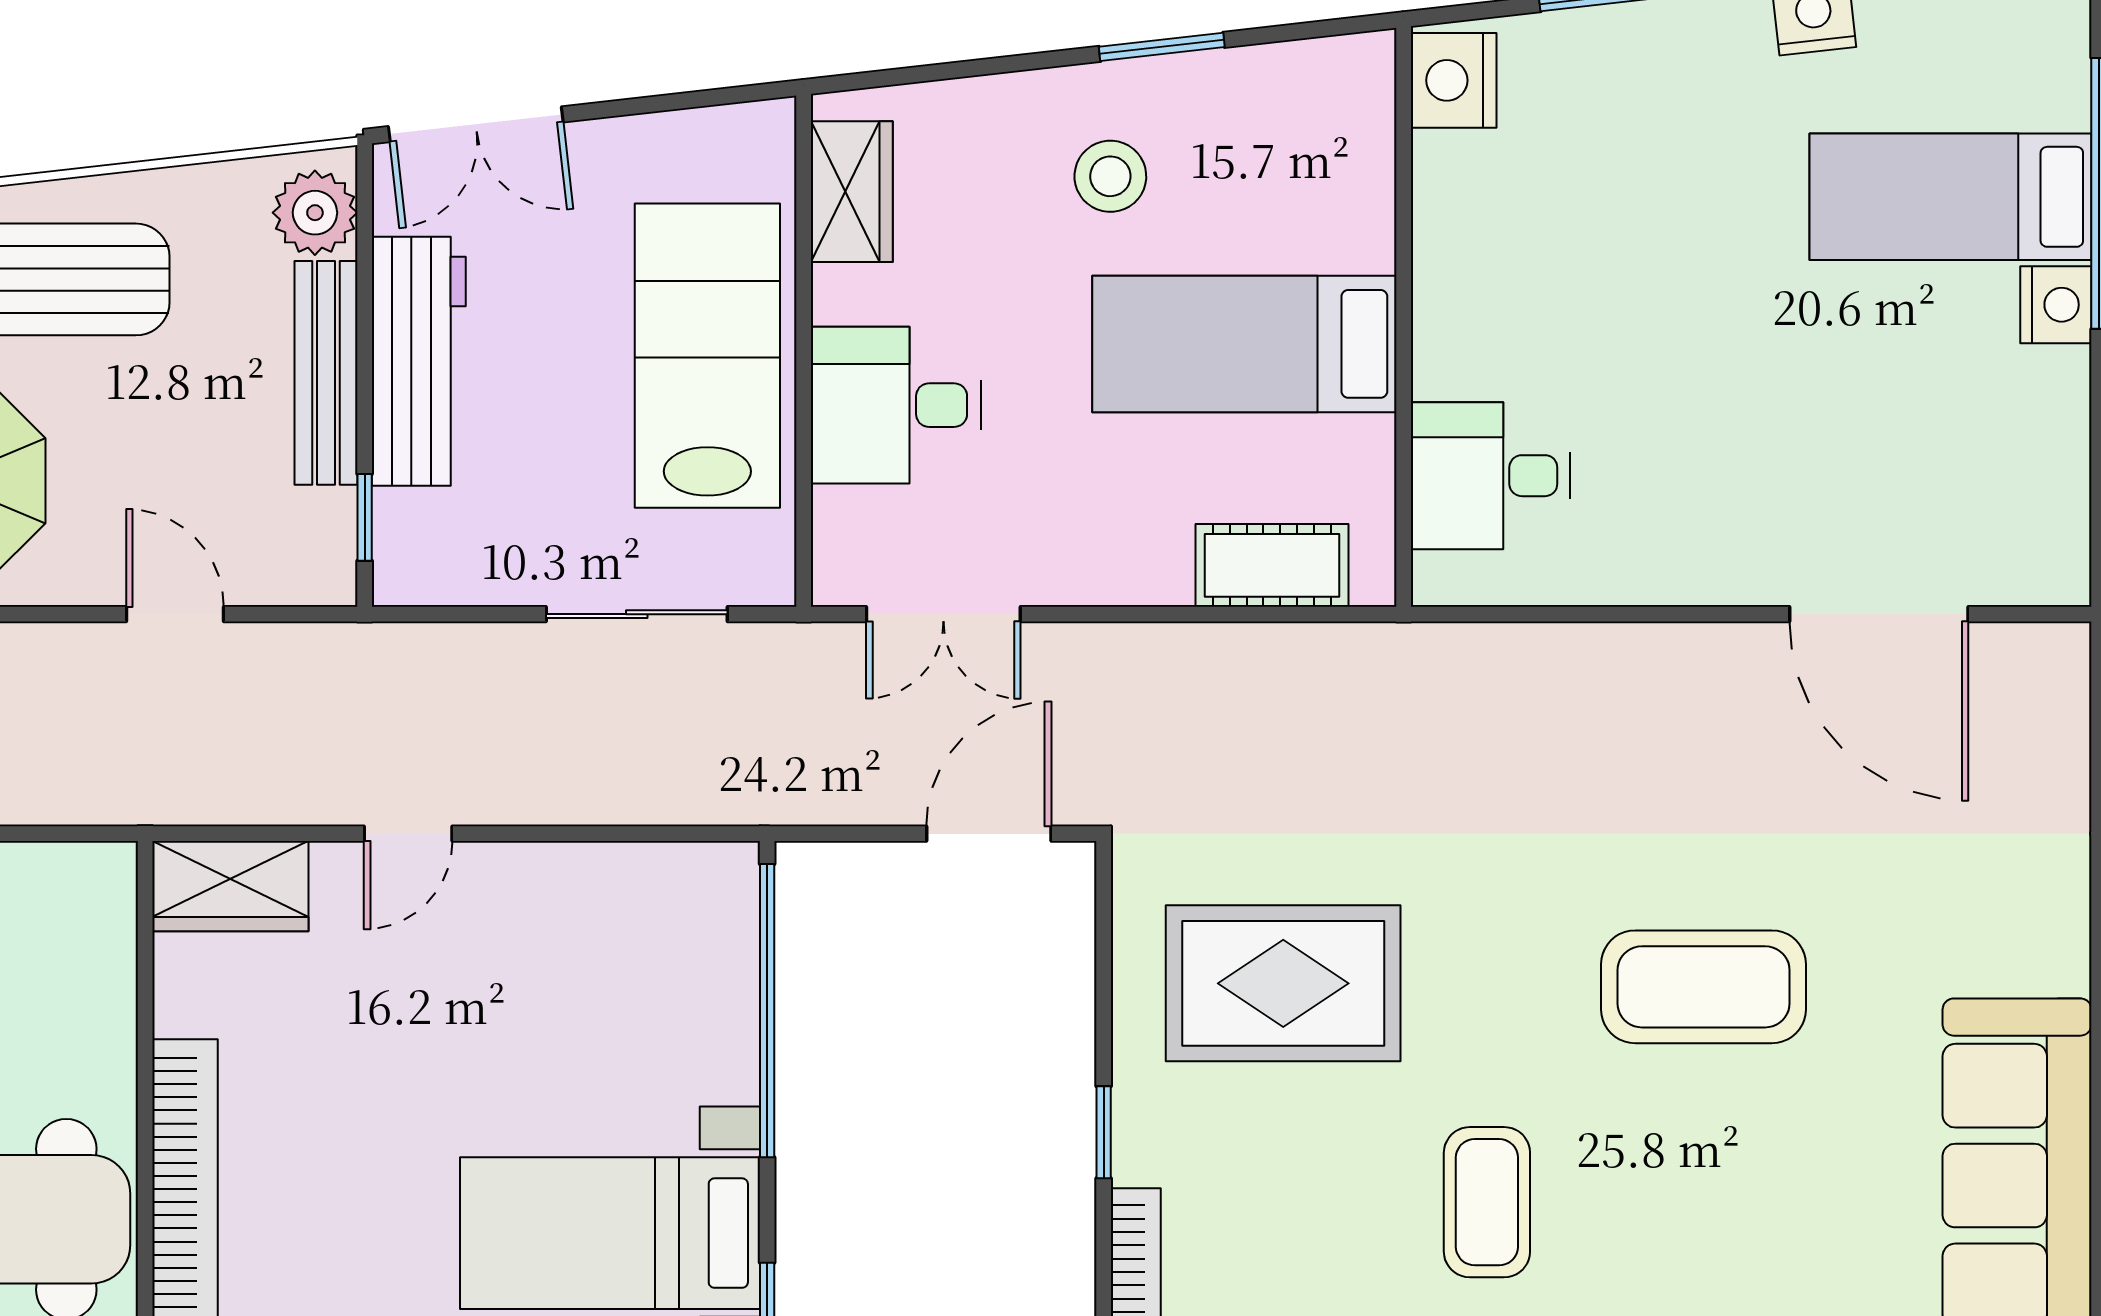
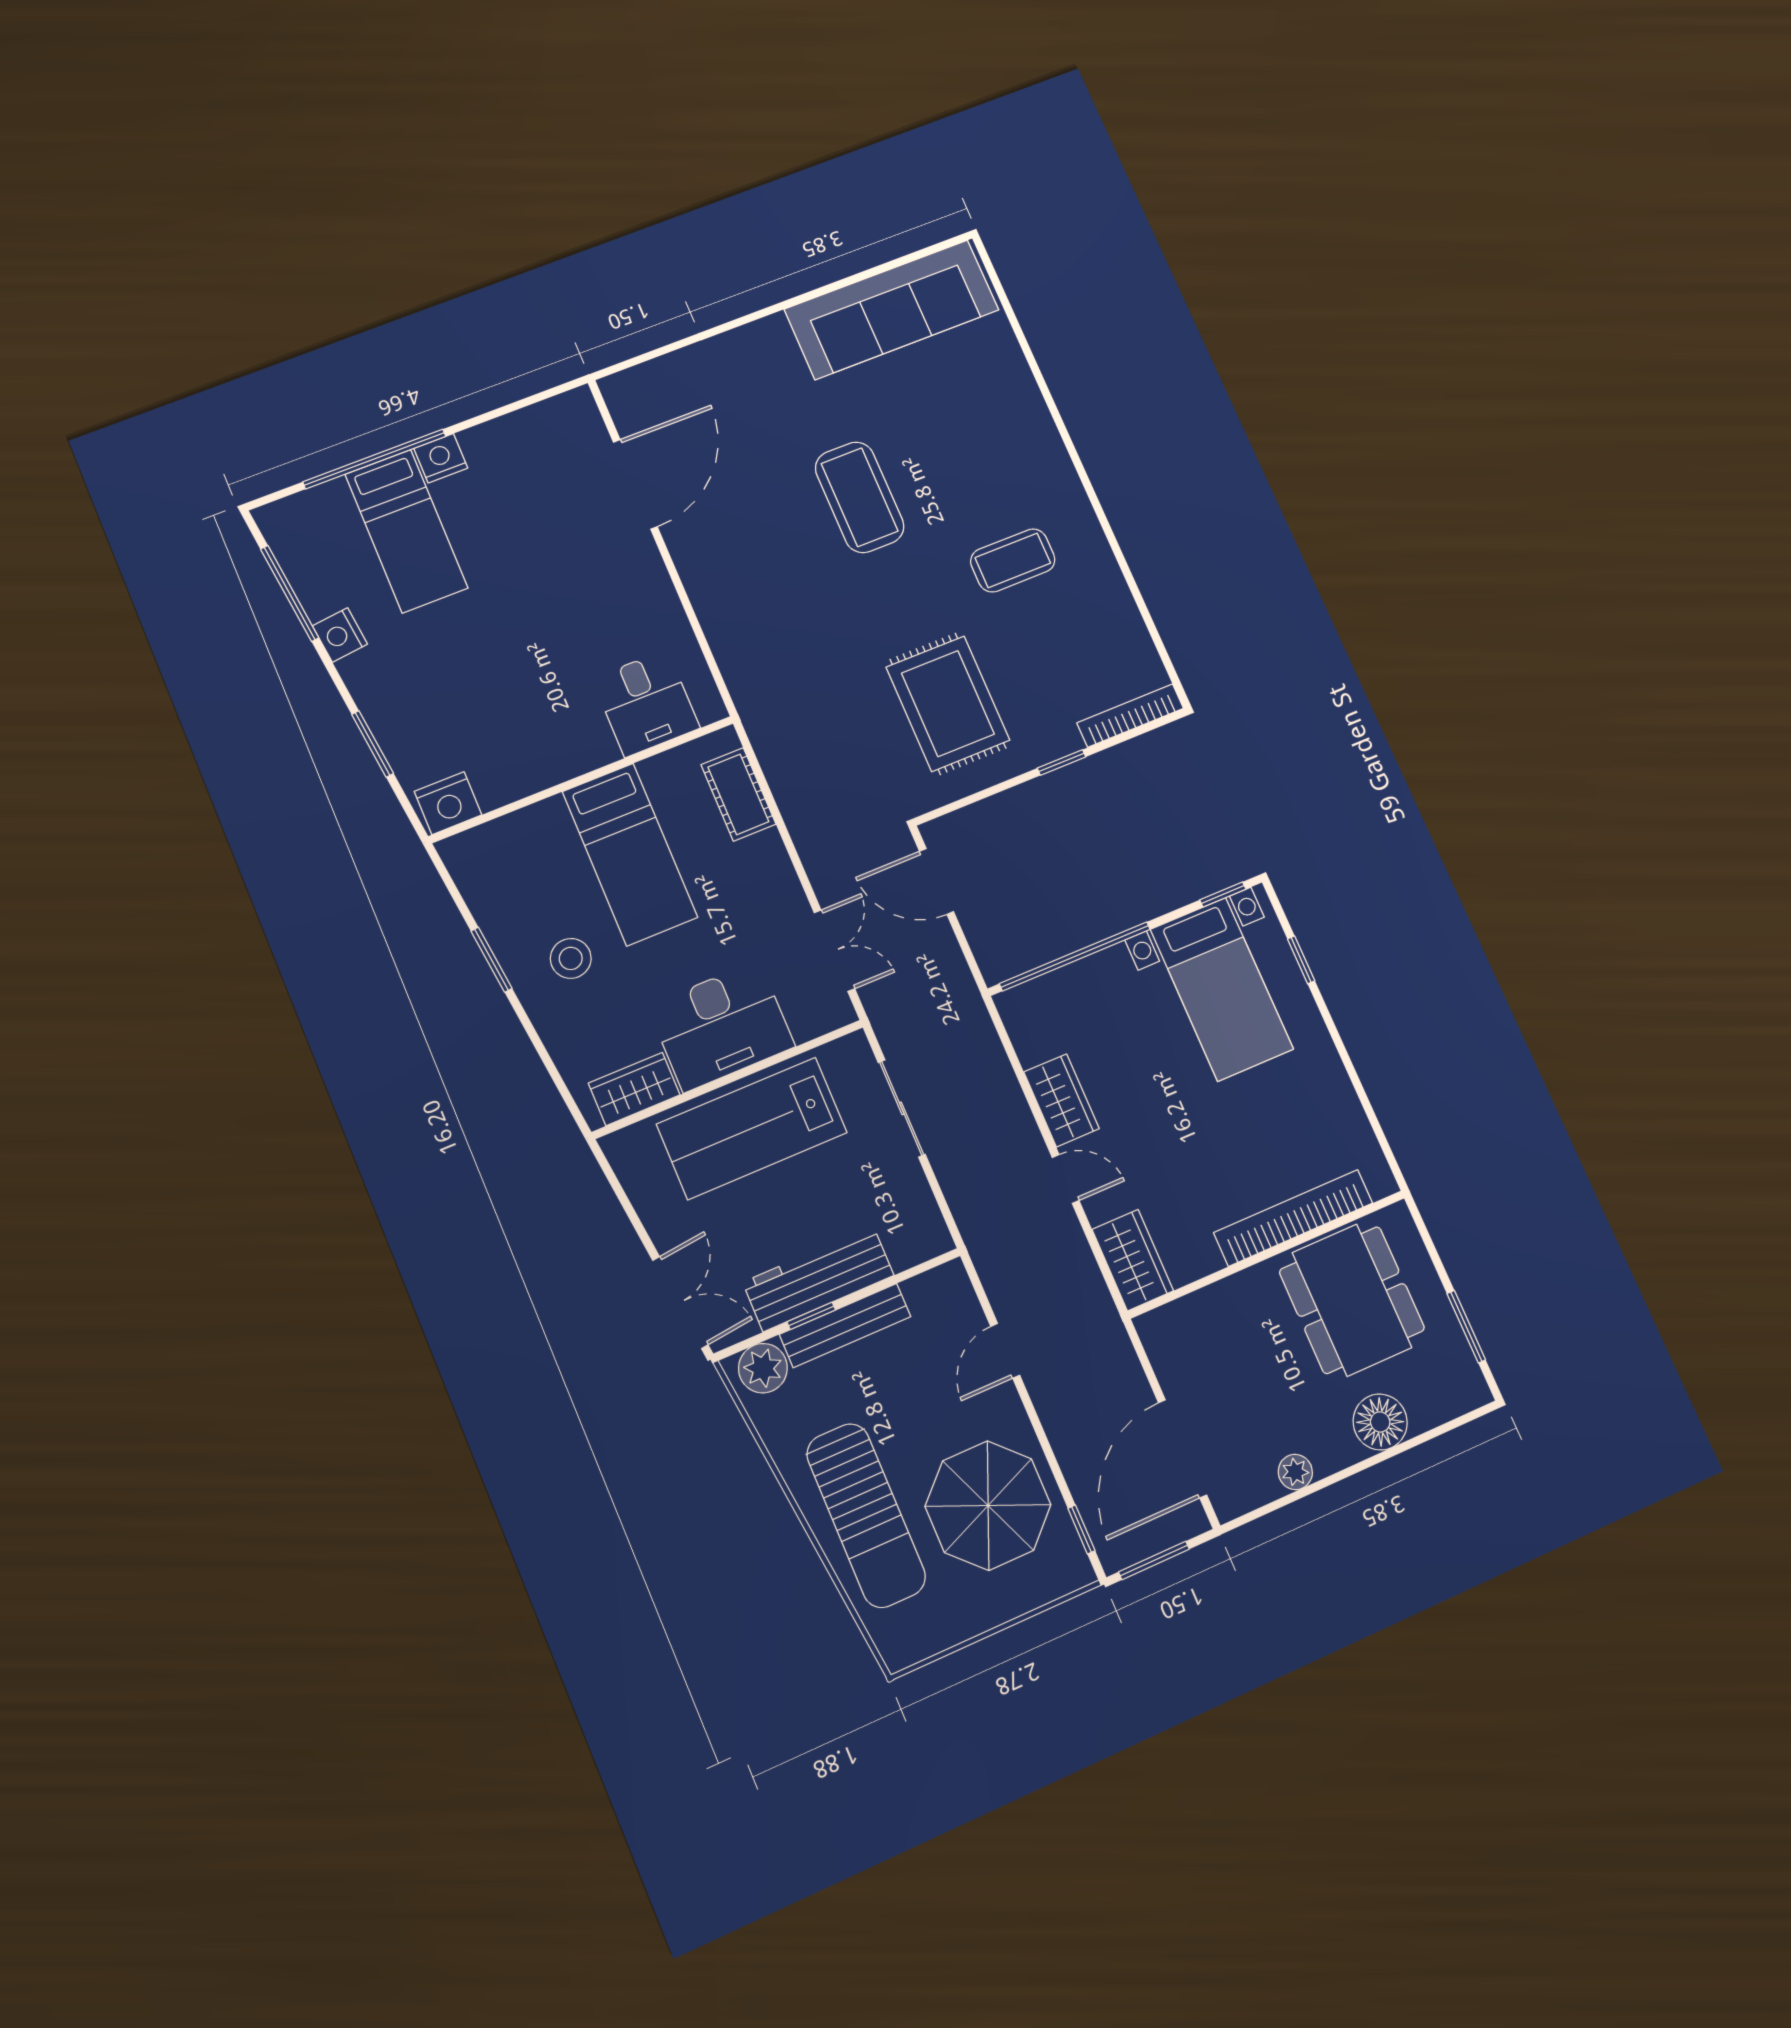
desk: (896, 405) -> (721, 1026), width x1.37
window: (365, 517) -> (811, 1316), moved
wardrobe: (539, 883) -> (1061, 1100), added

